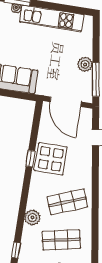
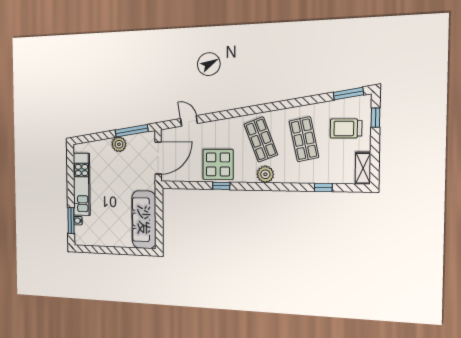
plant: (32, 218) -> (265, 174), moved

